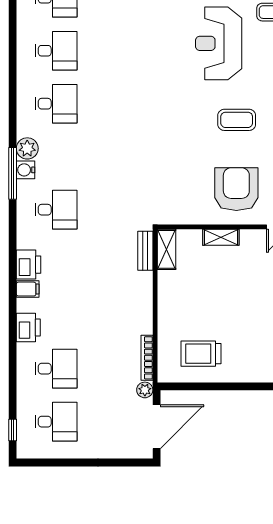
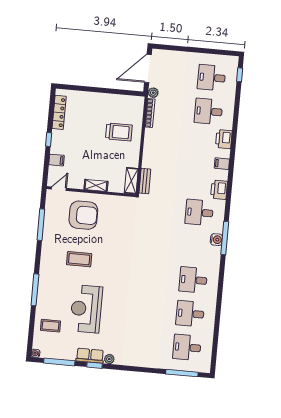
reception desk: (219, 43) -> (86, 309), turned 180
plant: (27, 148) -> (214, 253), removed
armchair: (236, 189) -> (83, 215), turned -90
printer: (29, 265) -> (219, 190), moved
trolley: (201, 354) -> (119, 132), moved

